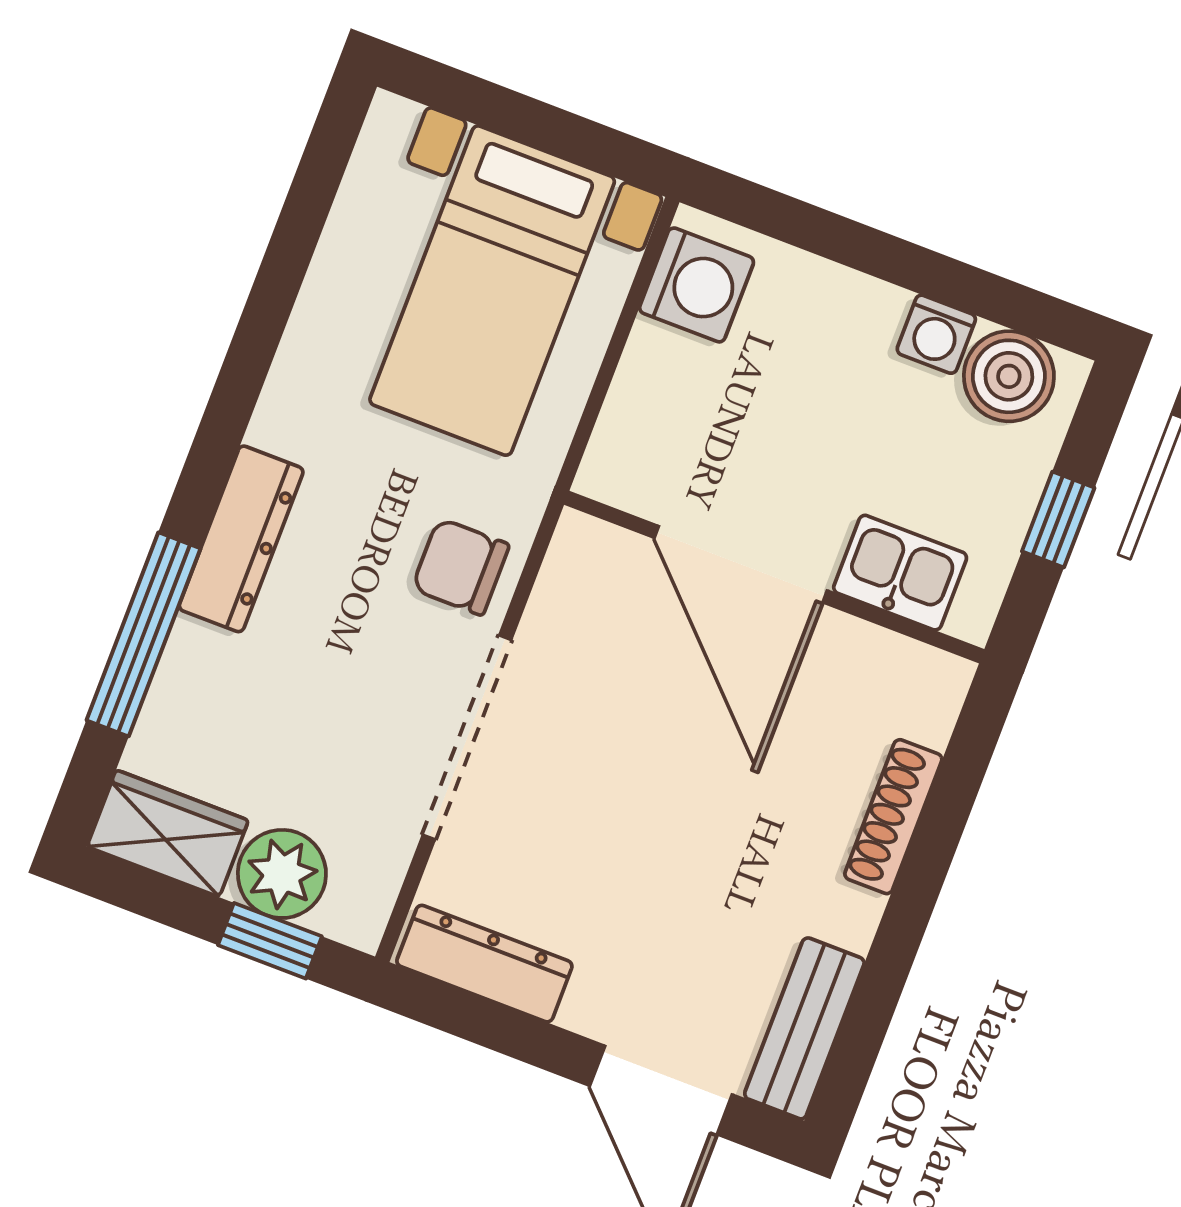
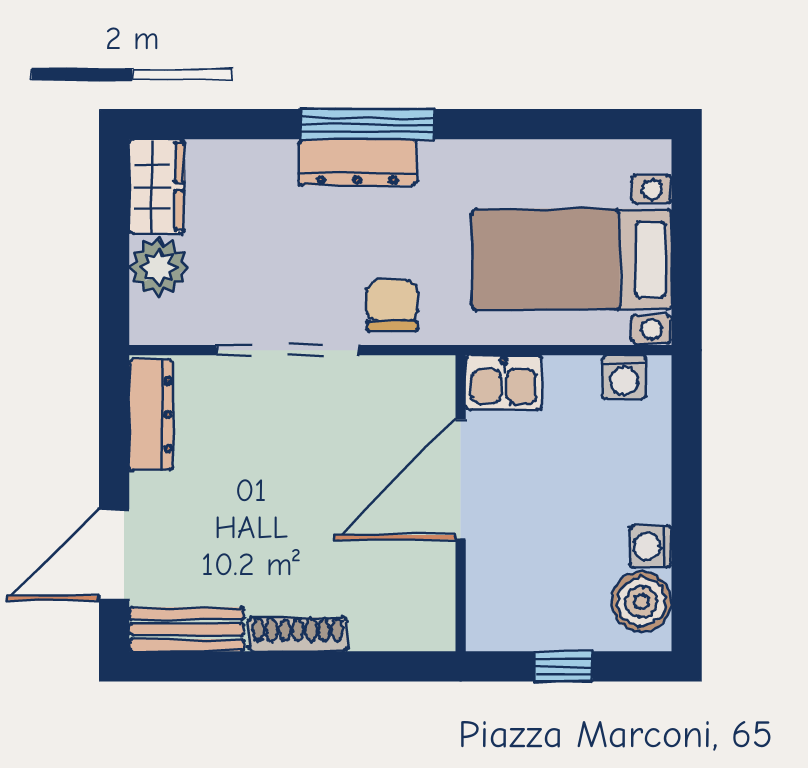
washing machine: (697, 285) -> (624, 377), width x0.73, depth x0.73
kitchen sink: (900, 573) -> (504, 383), moved, turned 90
window: (144, 634) -> (368, 124), moved
shoe rack: (893, 817) -> (298, 634), moved
window: (270, 941) -> (114, 276), removed

